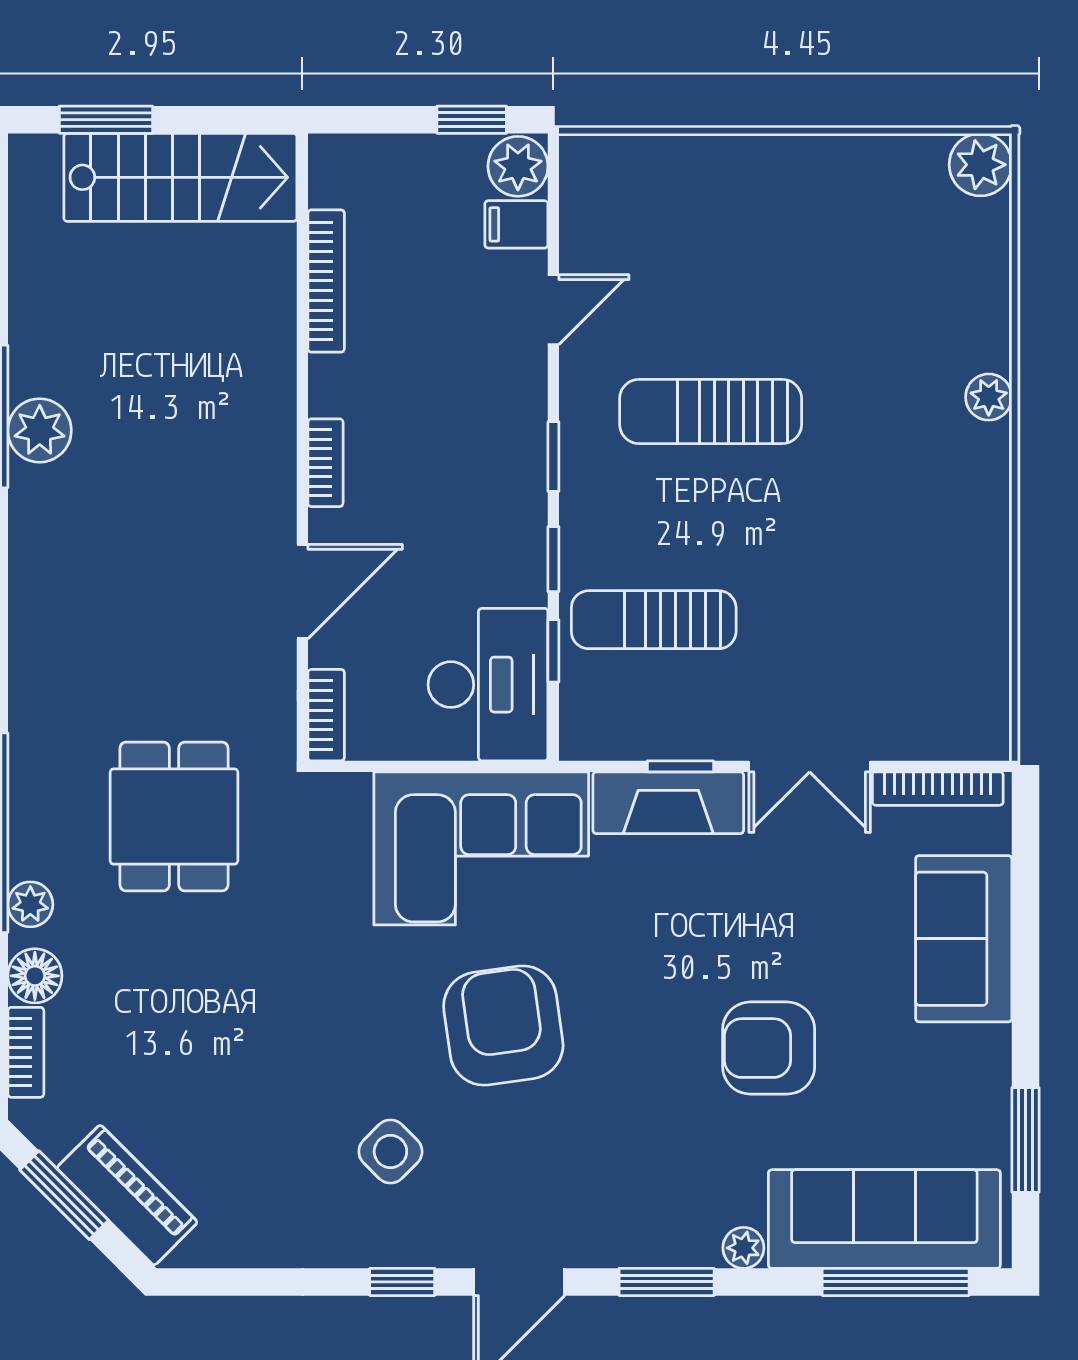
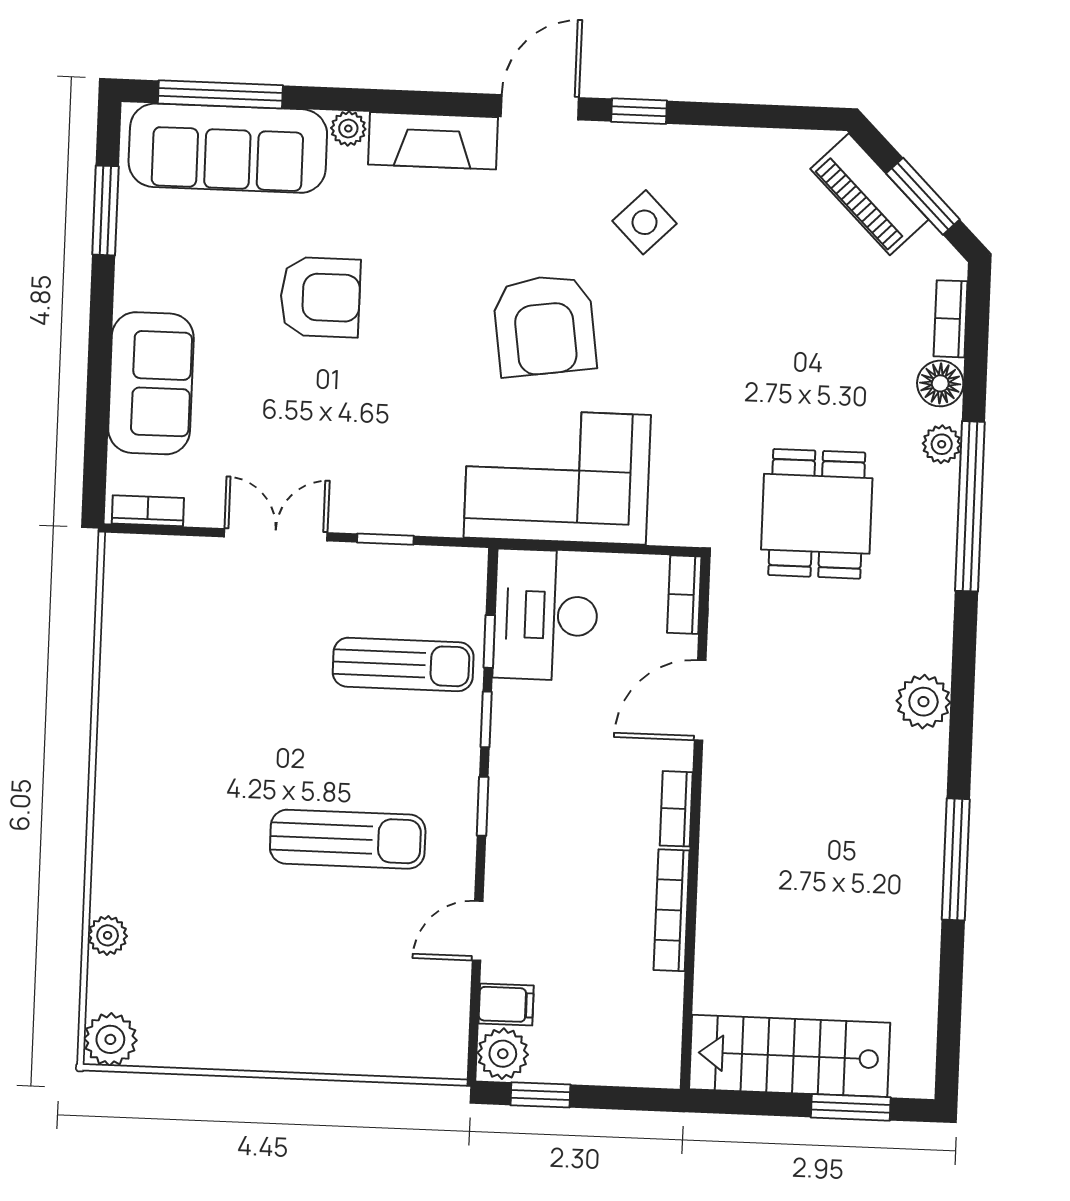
bookcase: (326, 281) -> (672, 910), moved
plant: (989, 397) -> (108, 935), moved
plant: (40, 430) -> (923, 702), moved
bookcase: (938, 789) -> (148, 511), width x0.64
fireplace: (668, 803) -> (433, 141), moved, turned 180
window: (667, 1282) -> (415, 102), removed

